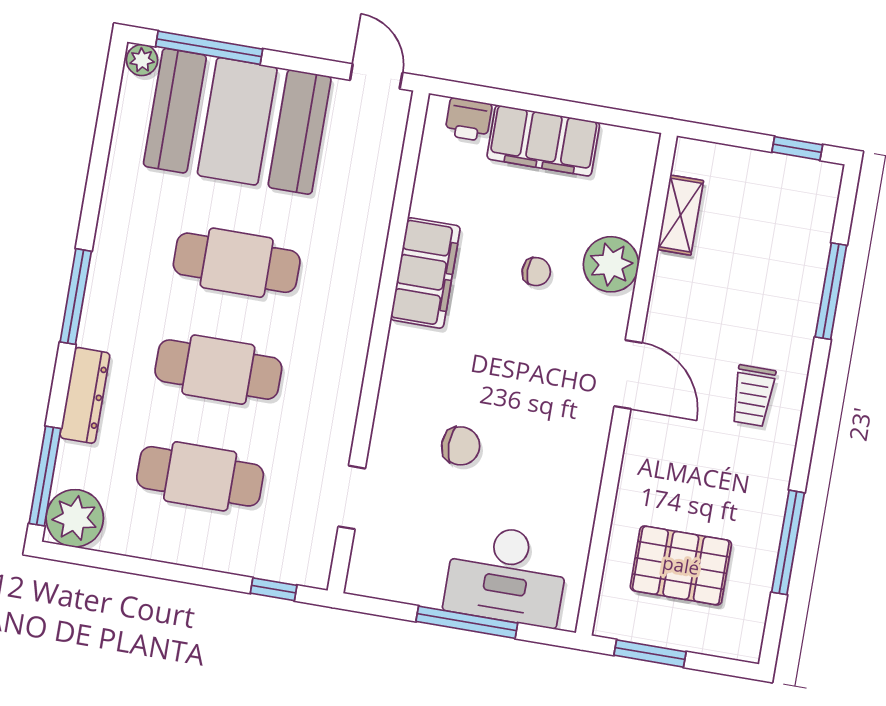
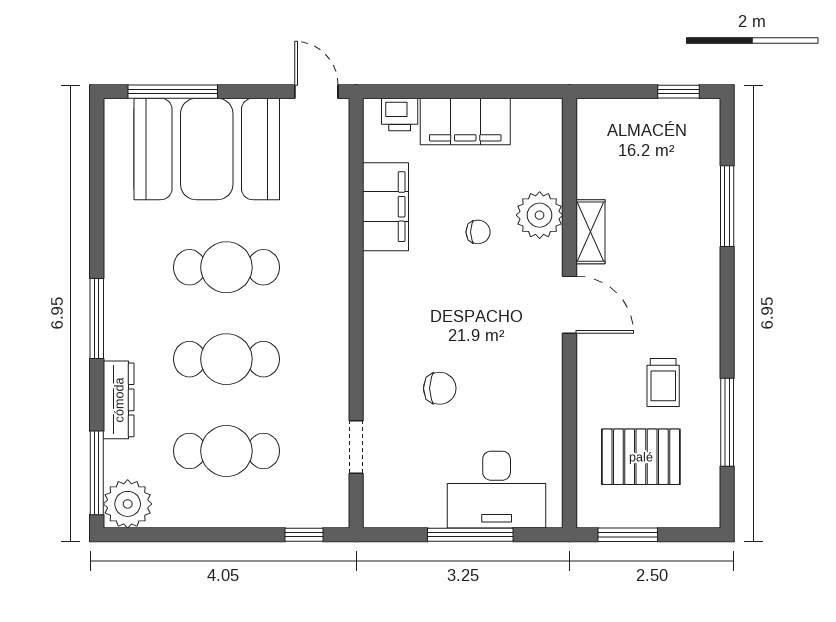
plant: (142, 60) -> (118, 111), removed
shelving: (680, 215) -> (591, 232), moved
filing cabinet: (425, 273) -> (386, 207), moved
trolley: (753, 396) -> (663, 382), moved

